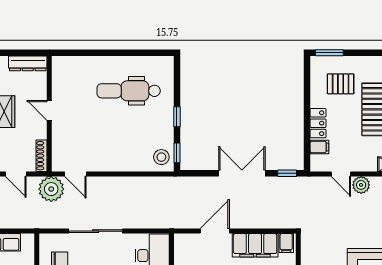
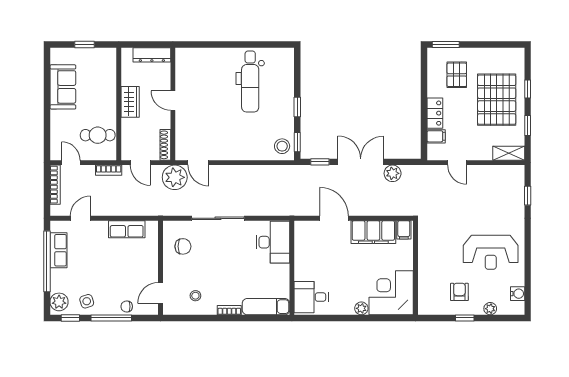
pallet: (341, 84) -> (457, 75), turned 90
dental chair: (129, 91) -> (250, 82), turned -90
window: (287, 173) -> (320, 162), moved
plant: (361, 185) -> (393, 173), moved
door: (215, 231) -> (334, 218), hinge flipped

